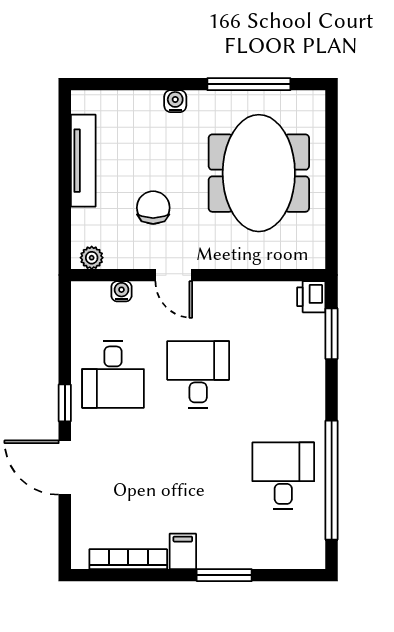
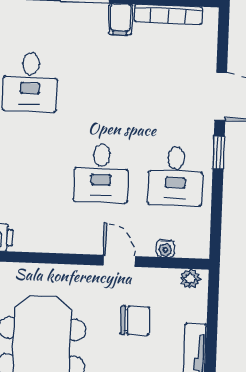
chair: (153, 208) -> (135, 320), turned -90
desk: (113, 374) -> (176, 176), turned 180

